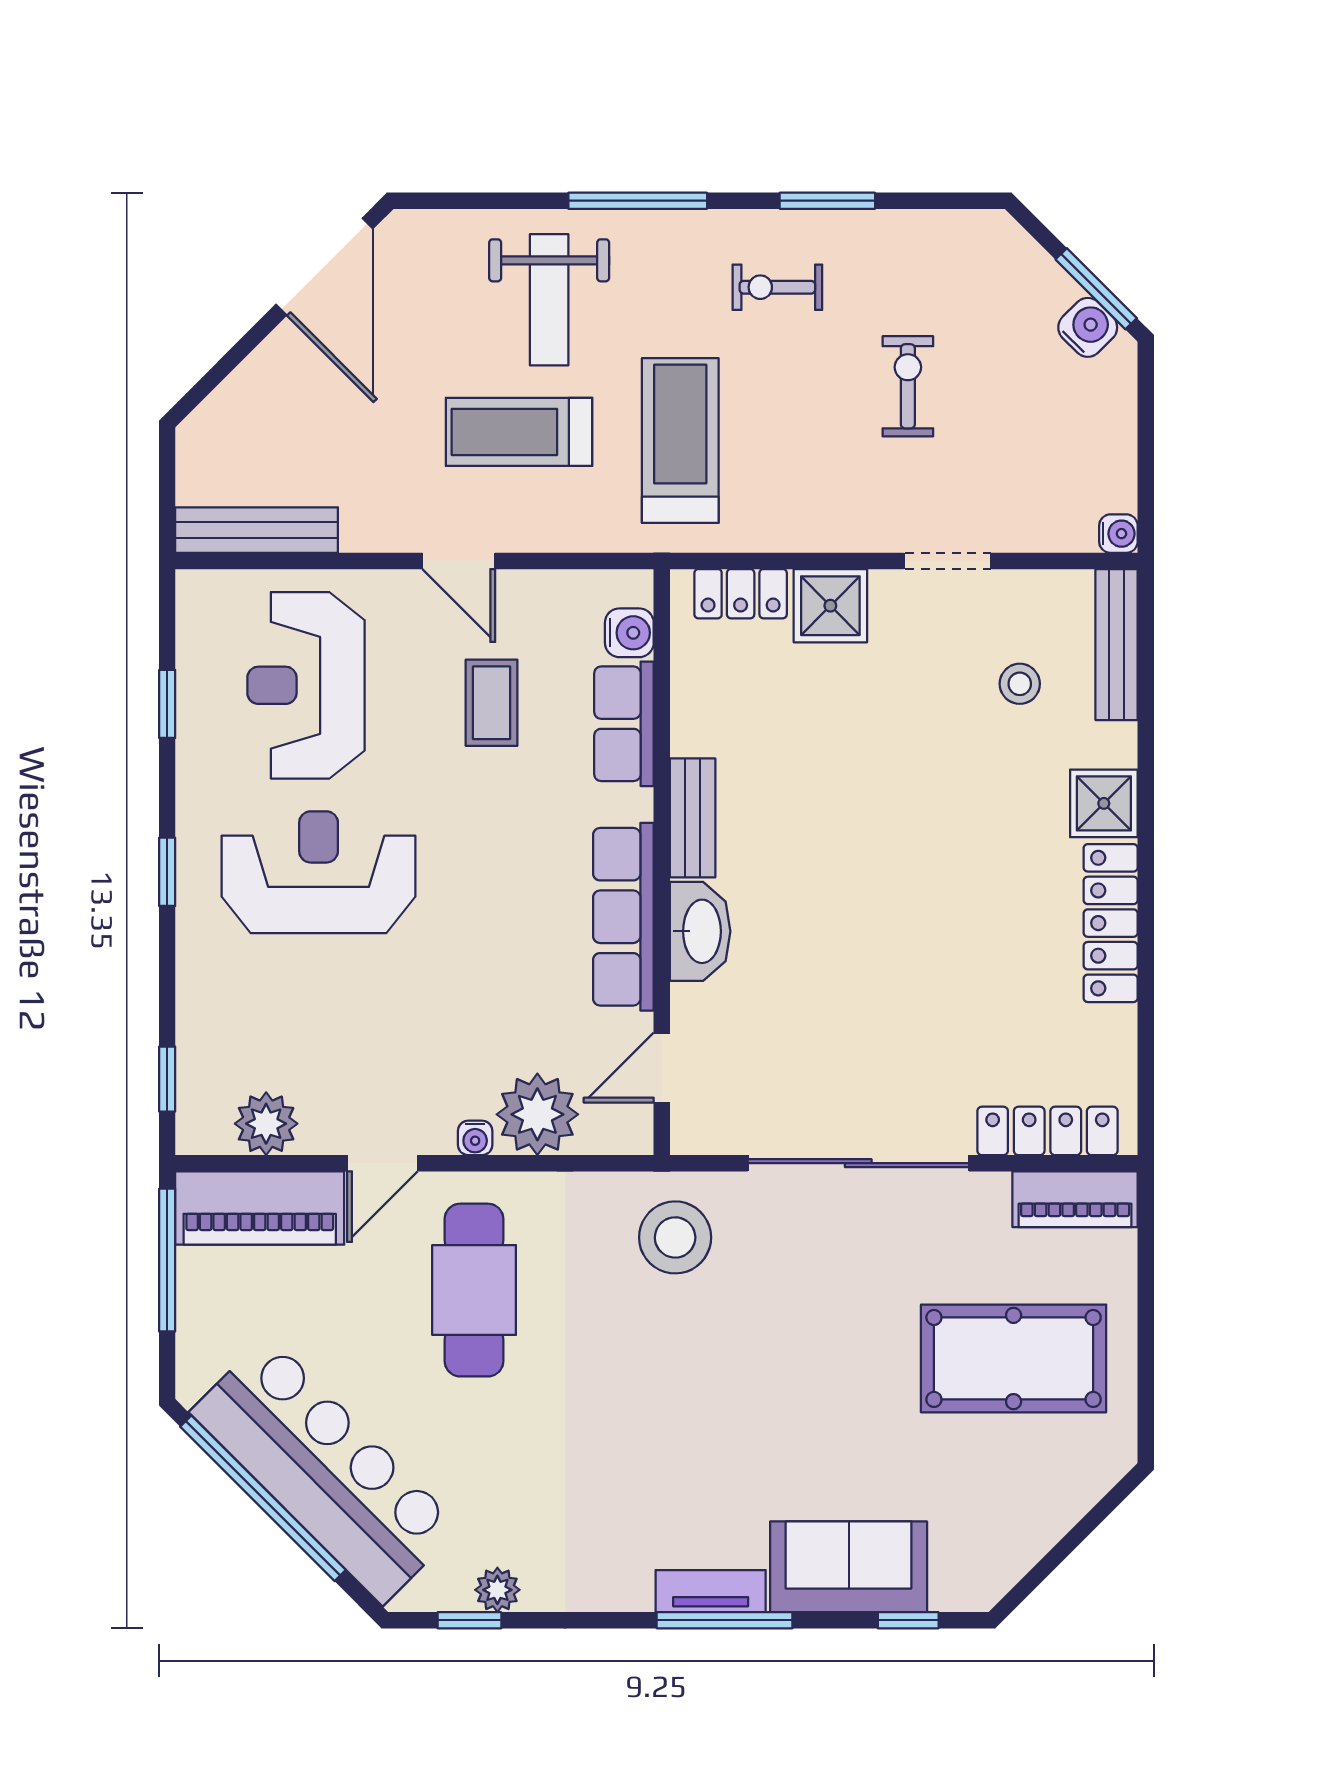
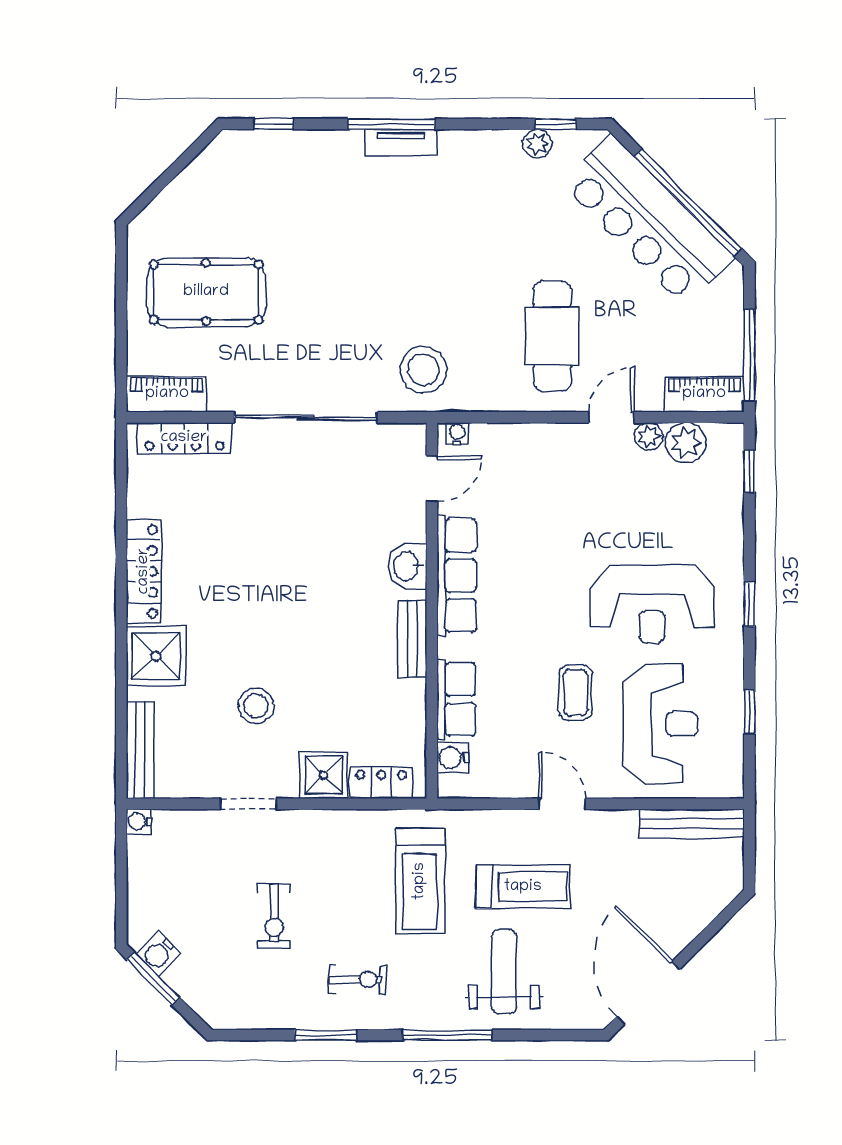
stool: (1020, 684) -> (256, 706), moved, width x1.37, depth x1.37
coffee table: (491, 703) -> (575, 693), moved
shower: (1104, 803) -> (156, 656), width x1.36, depth x1.36
washbasin: (700, 931) -> (407, 566), width x0.72
plant: (537, 1114) -> (649, 436), moved, width x0.53, depth x0.53
water cooler: (475, 1138) -> (457, 434), moved
piano: (260, 1208) -> (704, 394), width x0.73, depth x0.75
sofa: (849, 1567) -> (312, 158), removed

